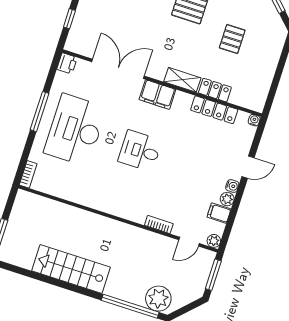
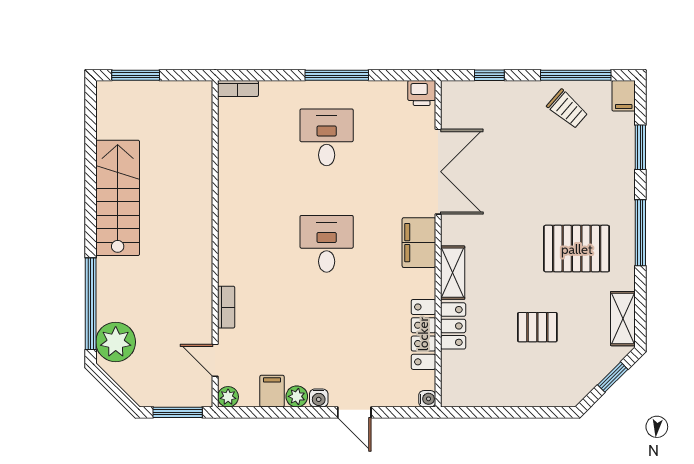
desk: (75, 130) -> (327, 137), width x0.53, depth x0.77

